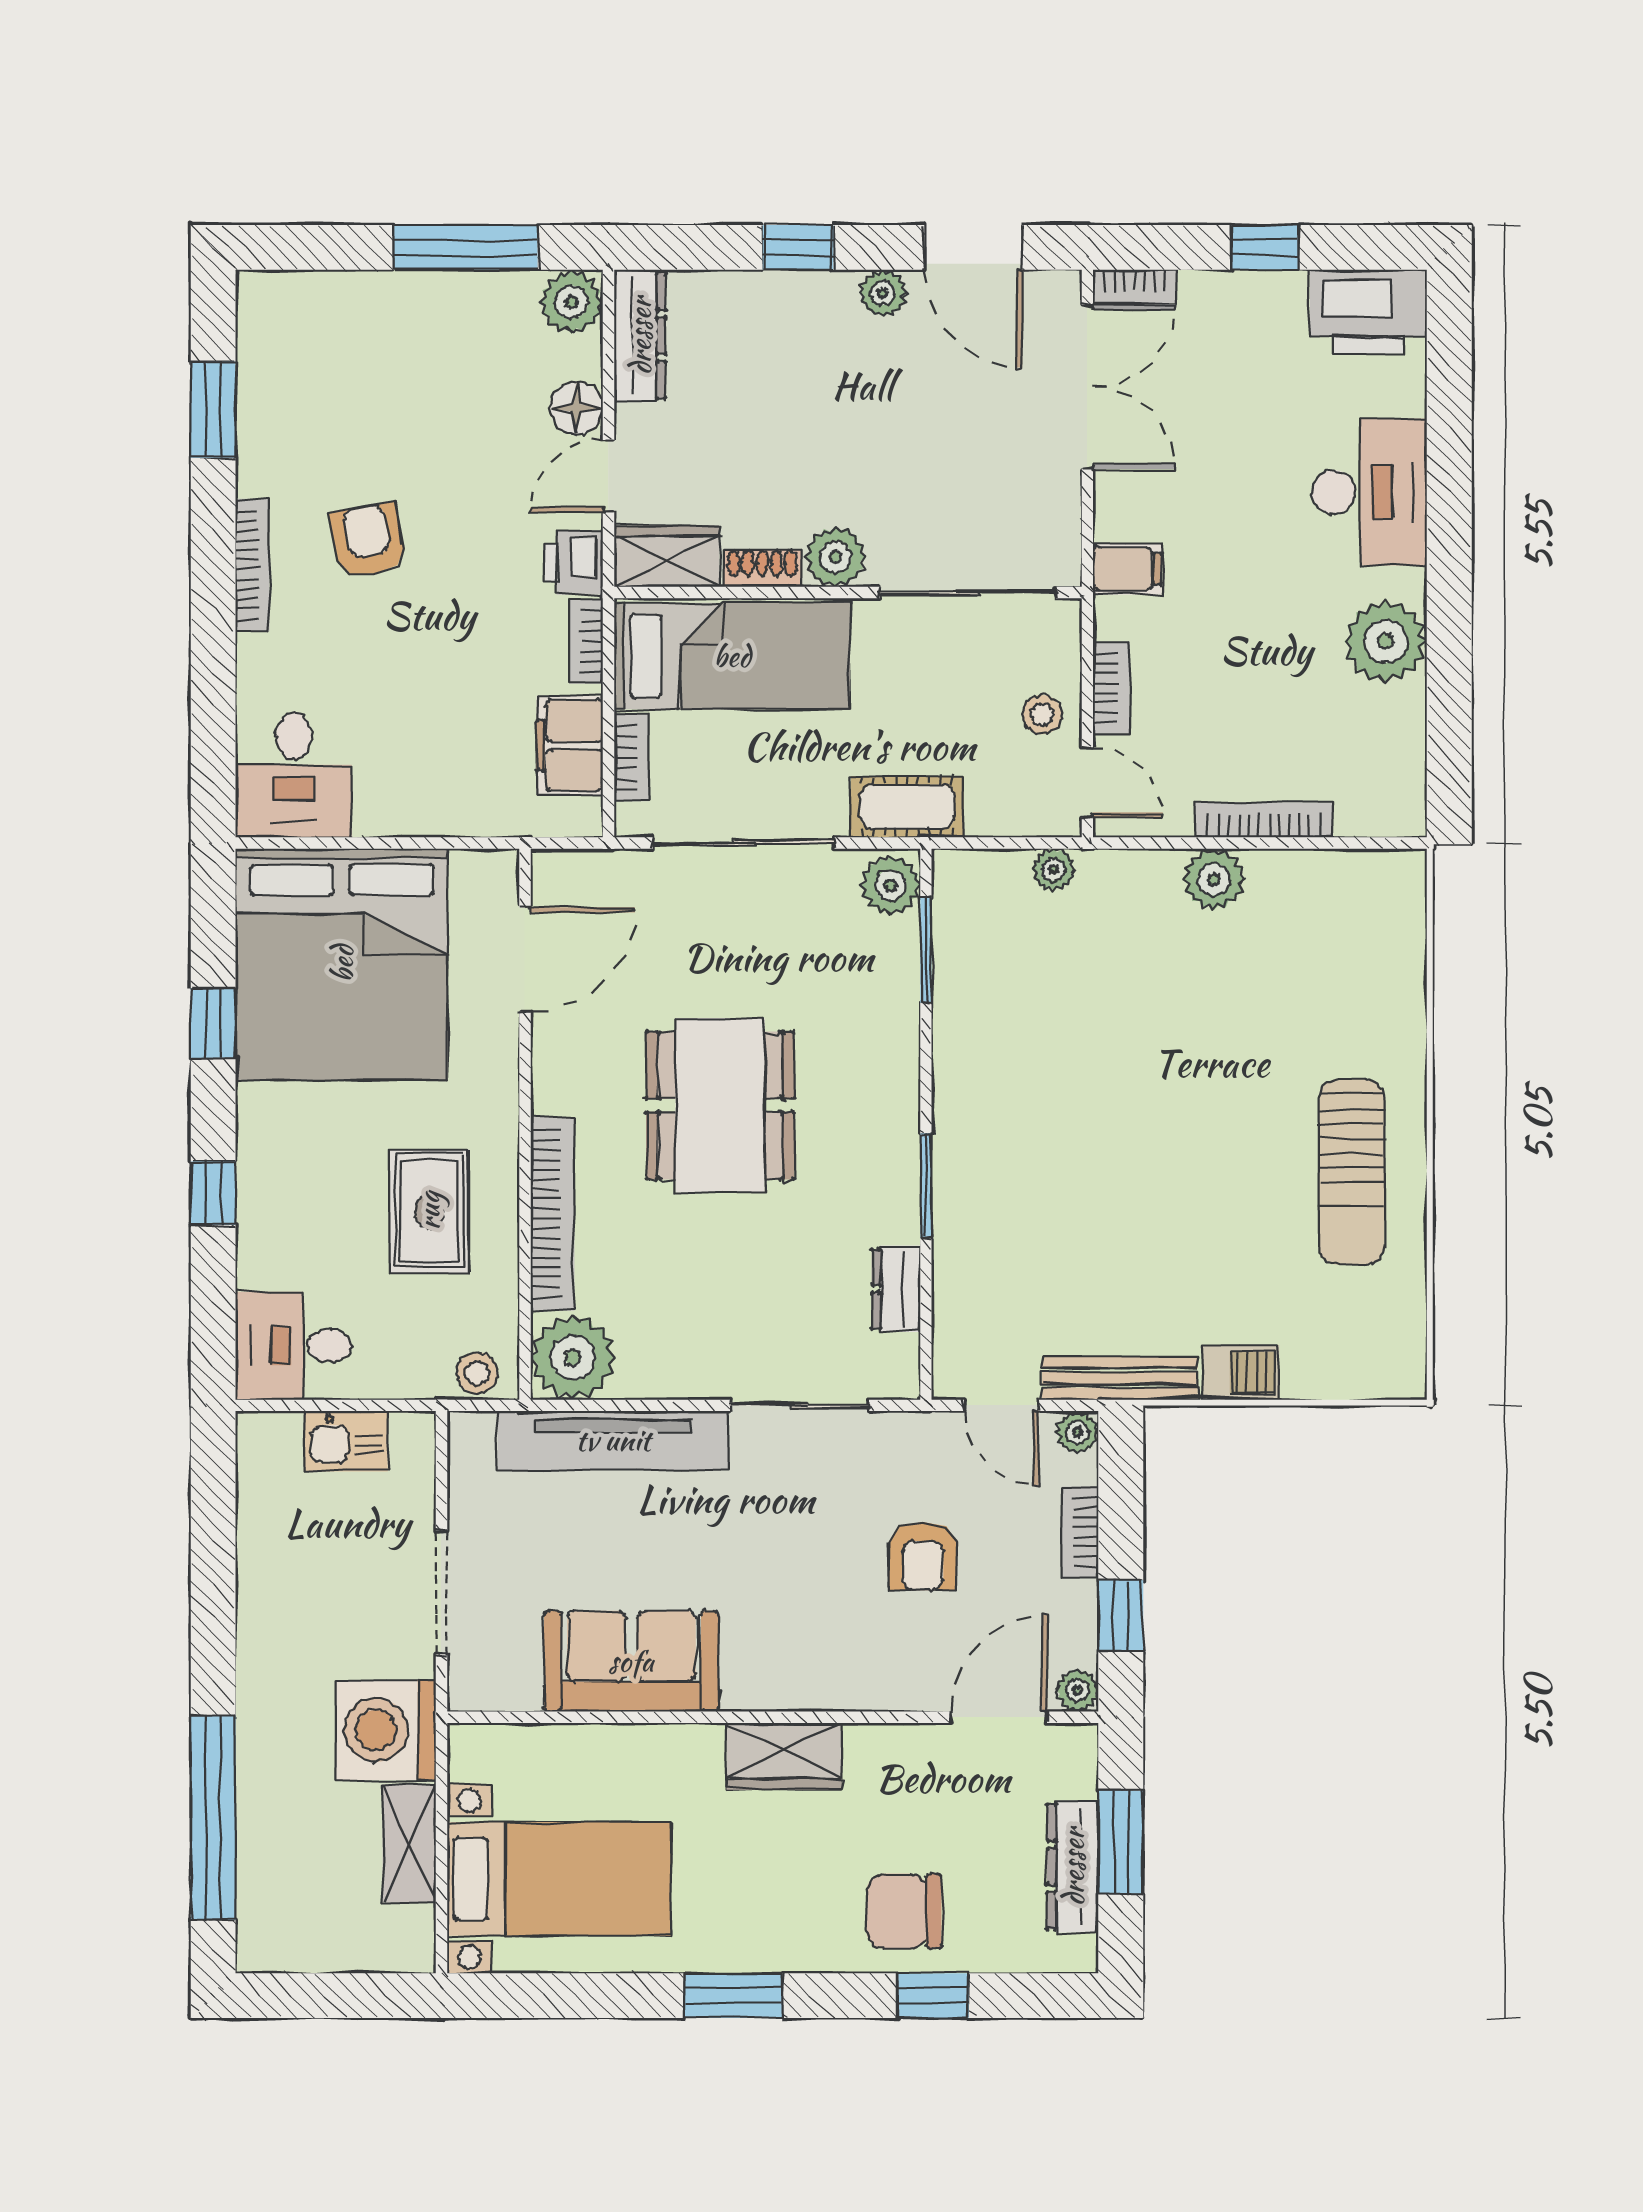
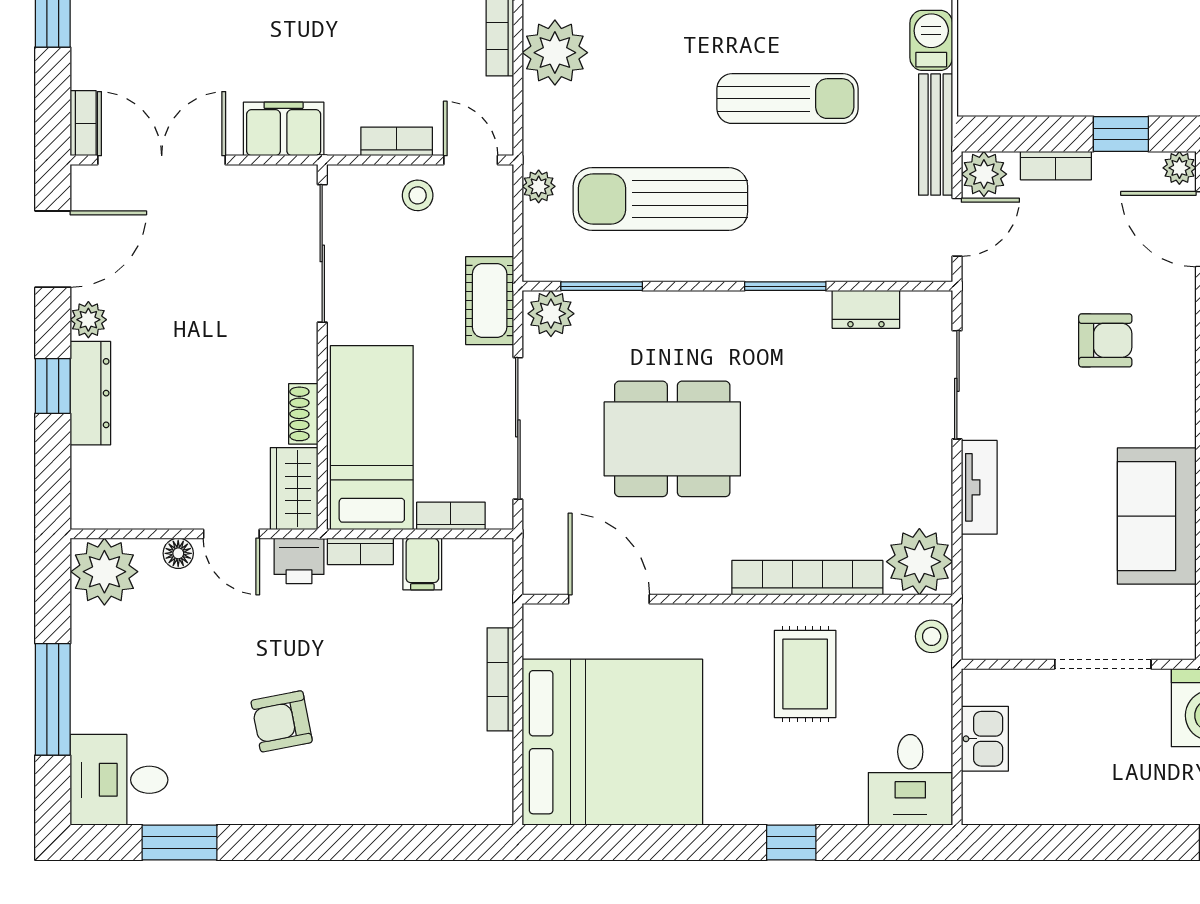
window: (466, 247) -> (53, 699), moved
plant: (571, 302) -> (104, 572), width x1.36, depth x1.36
dresser: (640, 336) -> (90, 393), moved, turned 90
floor lamp: (576, 408) -> (178, 553), width x0.73, depth x0.73
plant: (835, 557) -> (294, 357), removed
bookcase: (252, 565) -> (500, 679), moved, turned -90
filing cabinet: (1127, 569) -> (284, 129), width x2.00
filing cabinet: (570, 745) -> (422, 564), width x0.50
desk: (294, 775) -> (119, 780), moved, turned 180
door: (1087, 782) -> (471, 160), hinge flipped
plant: (1214, 879) -> (555, 53), width x1.36, depth x1.36
window: (213, 1023) -> (658, 843), removed
sun lounger: (1038, 1026) -> (660, 199), added
dining table: (720, 1105) -> (672, 439), moved
sun lounger: (1166, 1188) -> (787, 99), added
rug: (429, 1211) -> (805, 674), turned 90
plant: (1077, 1432) -> (984, 174), width x1.38, depth x1.38
tv unit: (613, 1440) -> (979, 487), width x0.52, depth x0.78
armchair: (923, 1556) -> (1105, 340), moved

